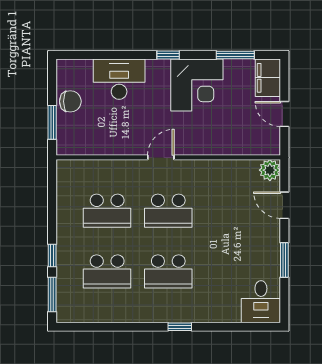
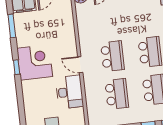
desk: (119, 79) -> (69, 92), moved, turned 180
corner desk: (197, 85) -> (35, 62), moved

